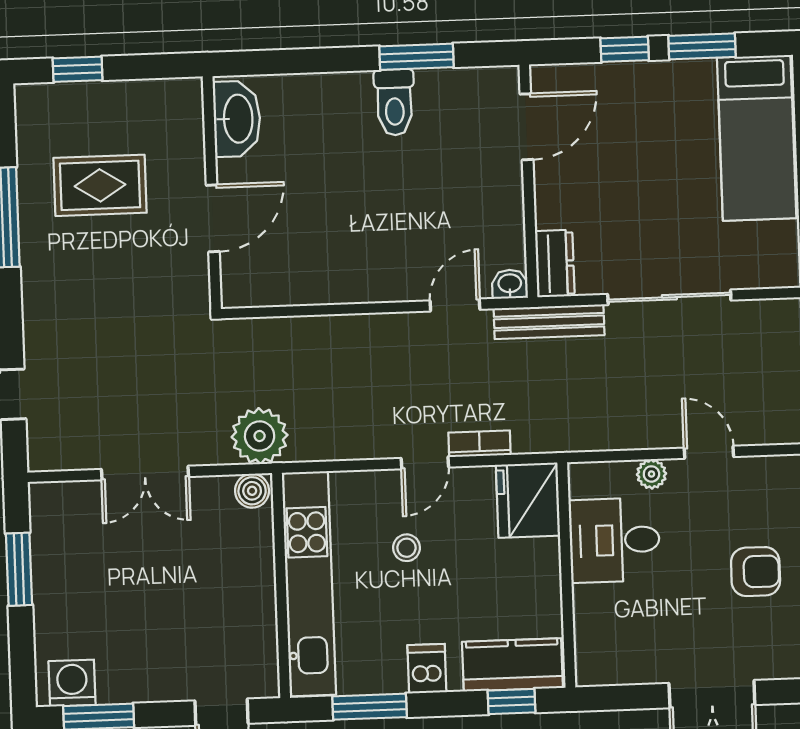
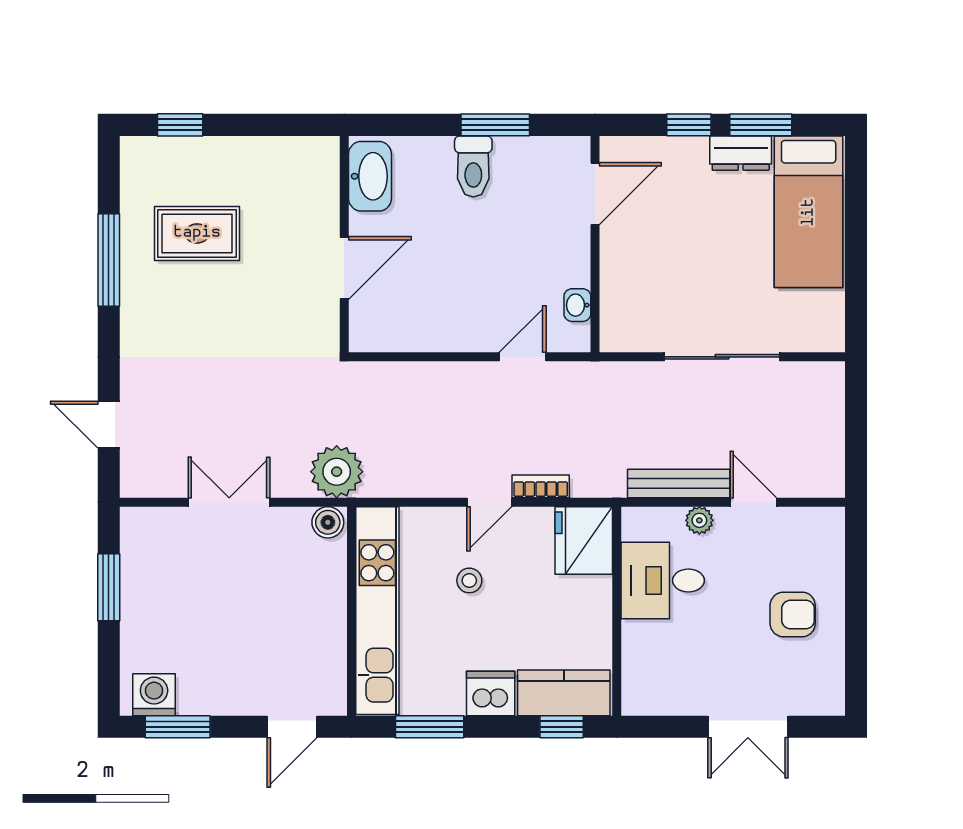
washbasin: (237, 119) -> (370, 176), moved
wall: (212, 193) -> (344, 244), moved
door: (213, 218) -> (344, 268), moved
dresser: (555, 264) -> (741, 153), moved, turned 90
washbasin: (510, 284) -> (577, 305), moved, turned -90
bench: (549, 322) -> (679, 484), moved
double door: (145, 473) -> (229, 502), swing flipped
dishwasher: (427, 669) -> (491, 693), width x1.38

